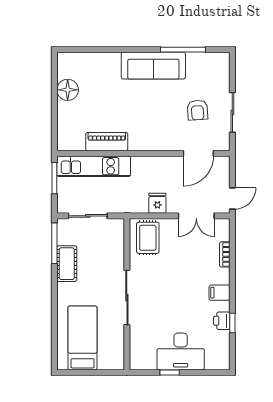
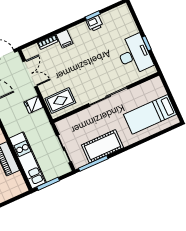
cot: (67, 264) -> (102, 146), width x1.37, depth x1.34
filing cabinet: (220, 293) -> (65, 39), moved
desk: (181, 352) -> (134, 55), moved

